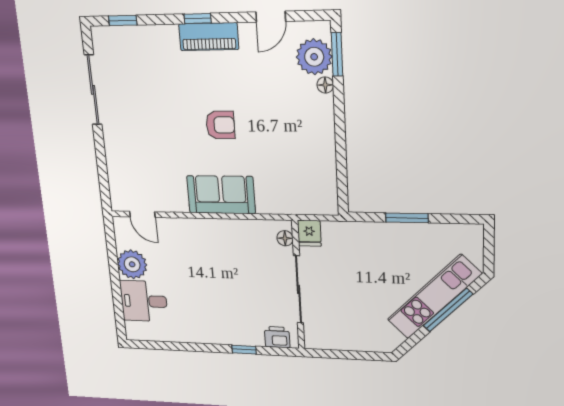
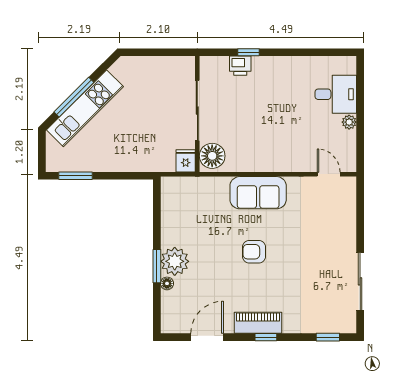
door: (271, 17) -> (207, 337), width x1.38
window: (337, 54) -> (157, 266), moved
plant: (314, 57) -> (175, 261), moved
window: (407, 218) -> (75, 176), moved
floor lamp: (285, 238) -> (212, 156), width x1.89, depth x1.89
plant: (132, 264) -> (349, 122), width x0.53, depth x0.53
printer: (277, 337) -> (240, 66), moved

